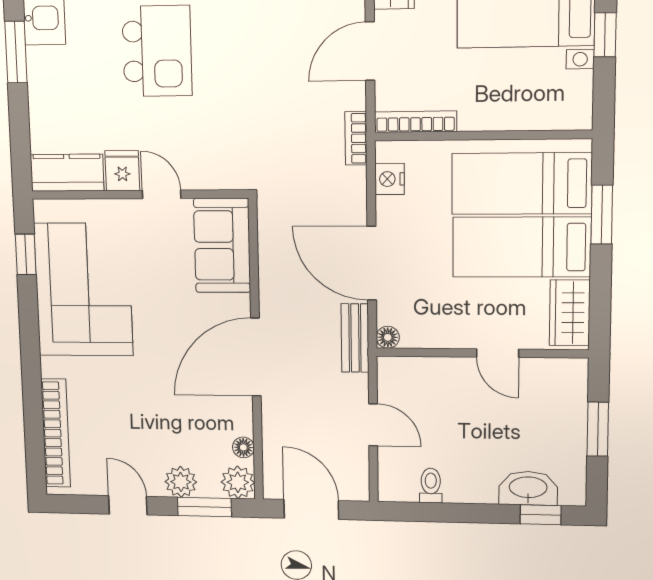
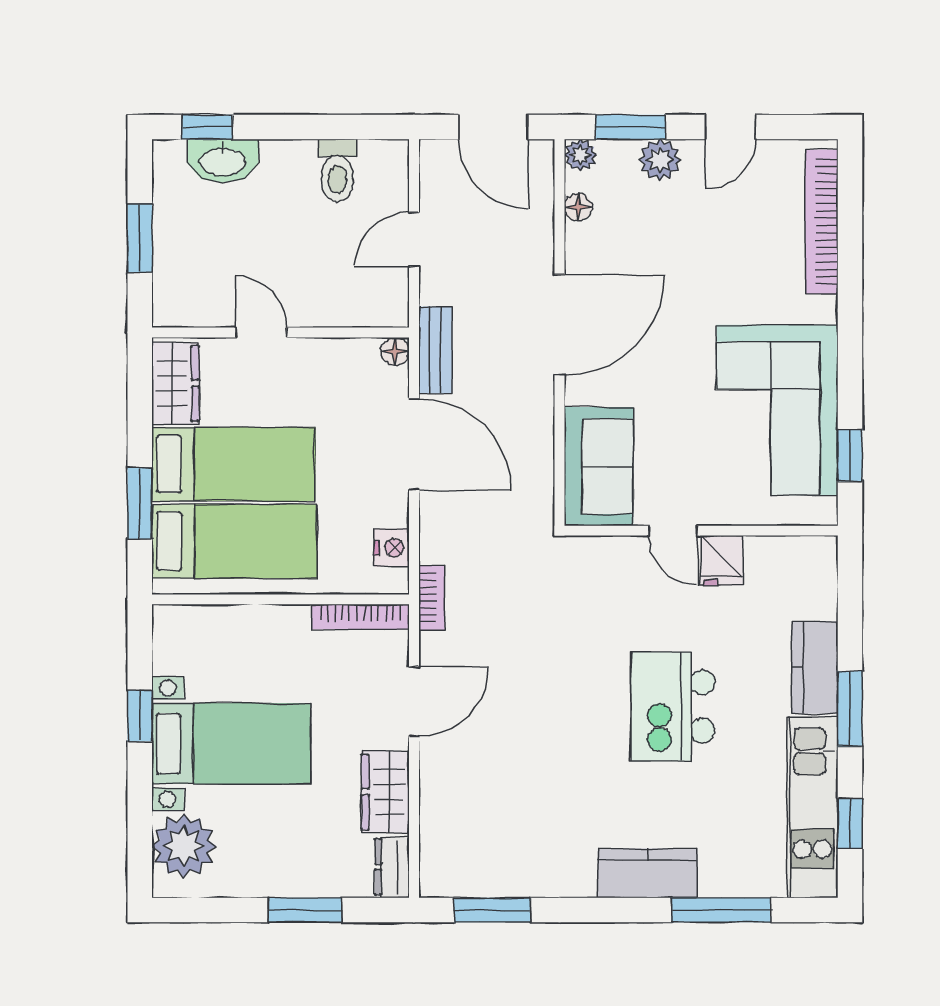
kitchen counter: (67, 173) -> (815, 668), moved, turned 90
door: (373, 425) -> (414, 239), hinge flipped
plant: (238, 482) -> (580, 155), width x0.73, depth x0.73
toilet: (431, 486) -> (337, 171), width x1.37, depth x1.39
door: (128, 505) -> (730, 127), hinge flipped

